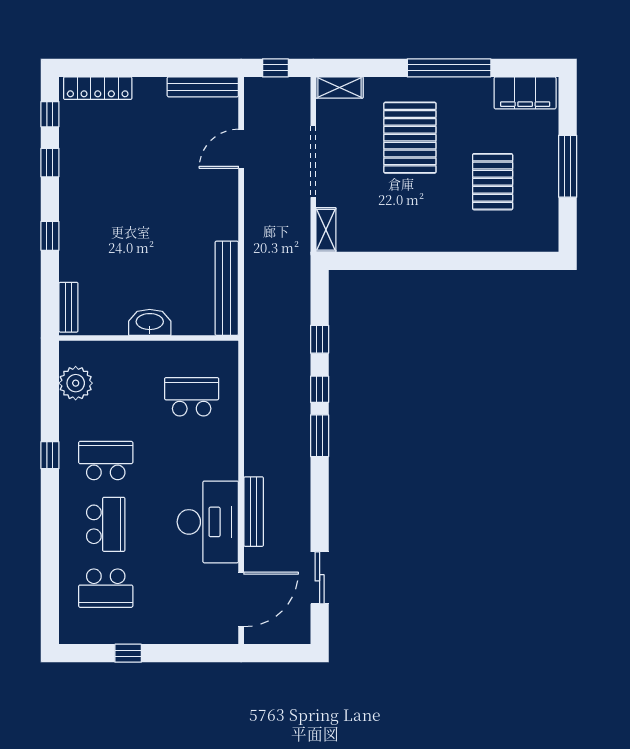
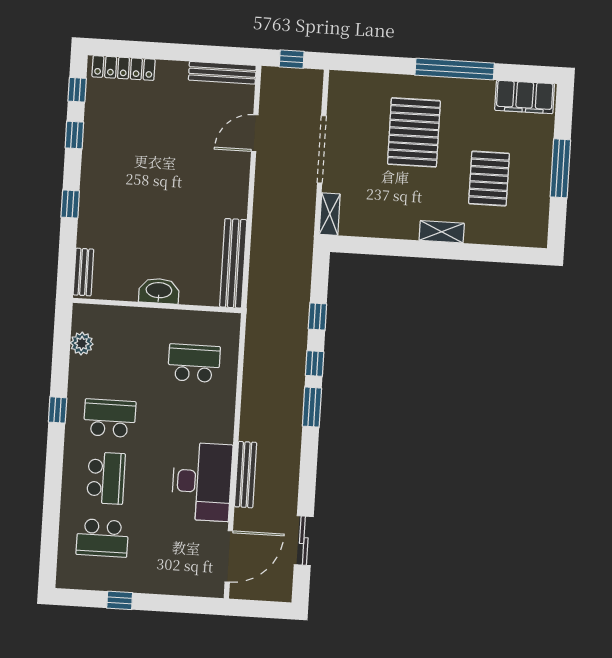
shelving: (340, 87) -> (442, 232), moved
plant: (76, 383) -> (82, 343), width x0.73, depth x0.73

